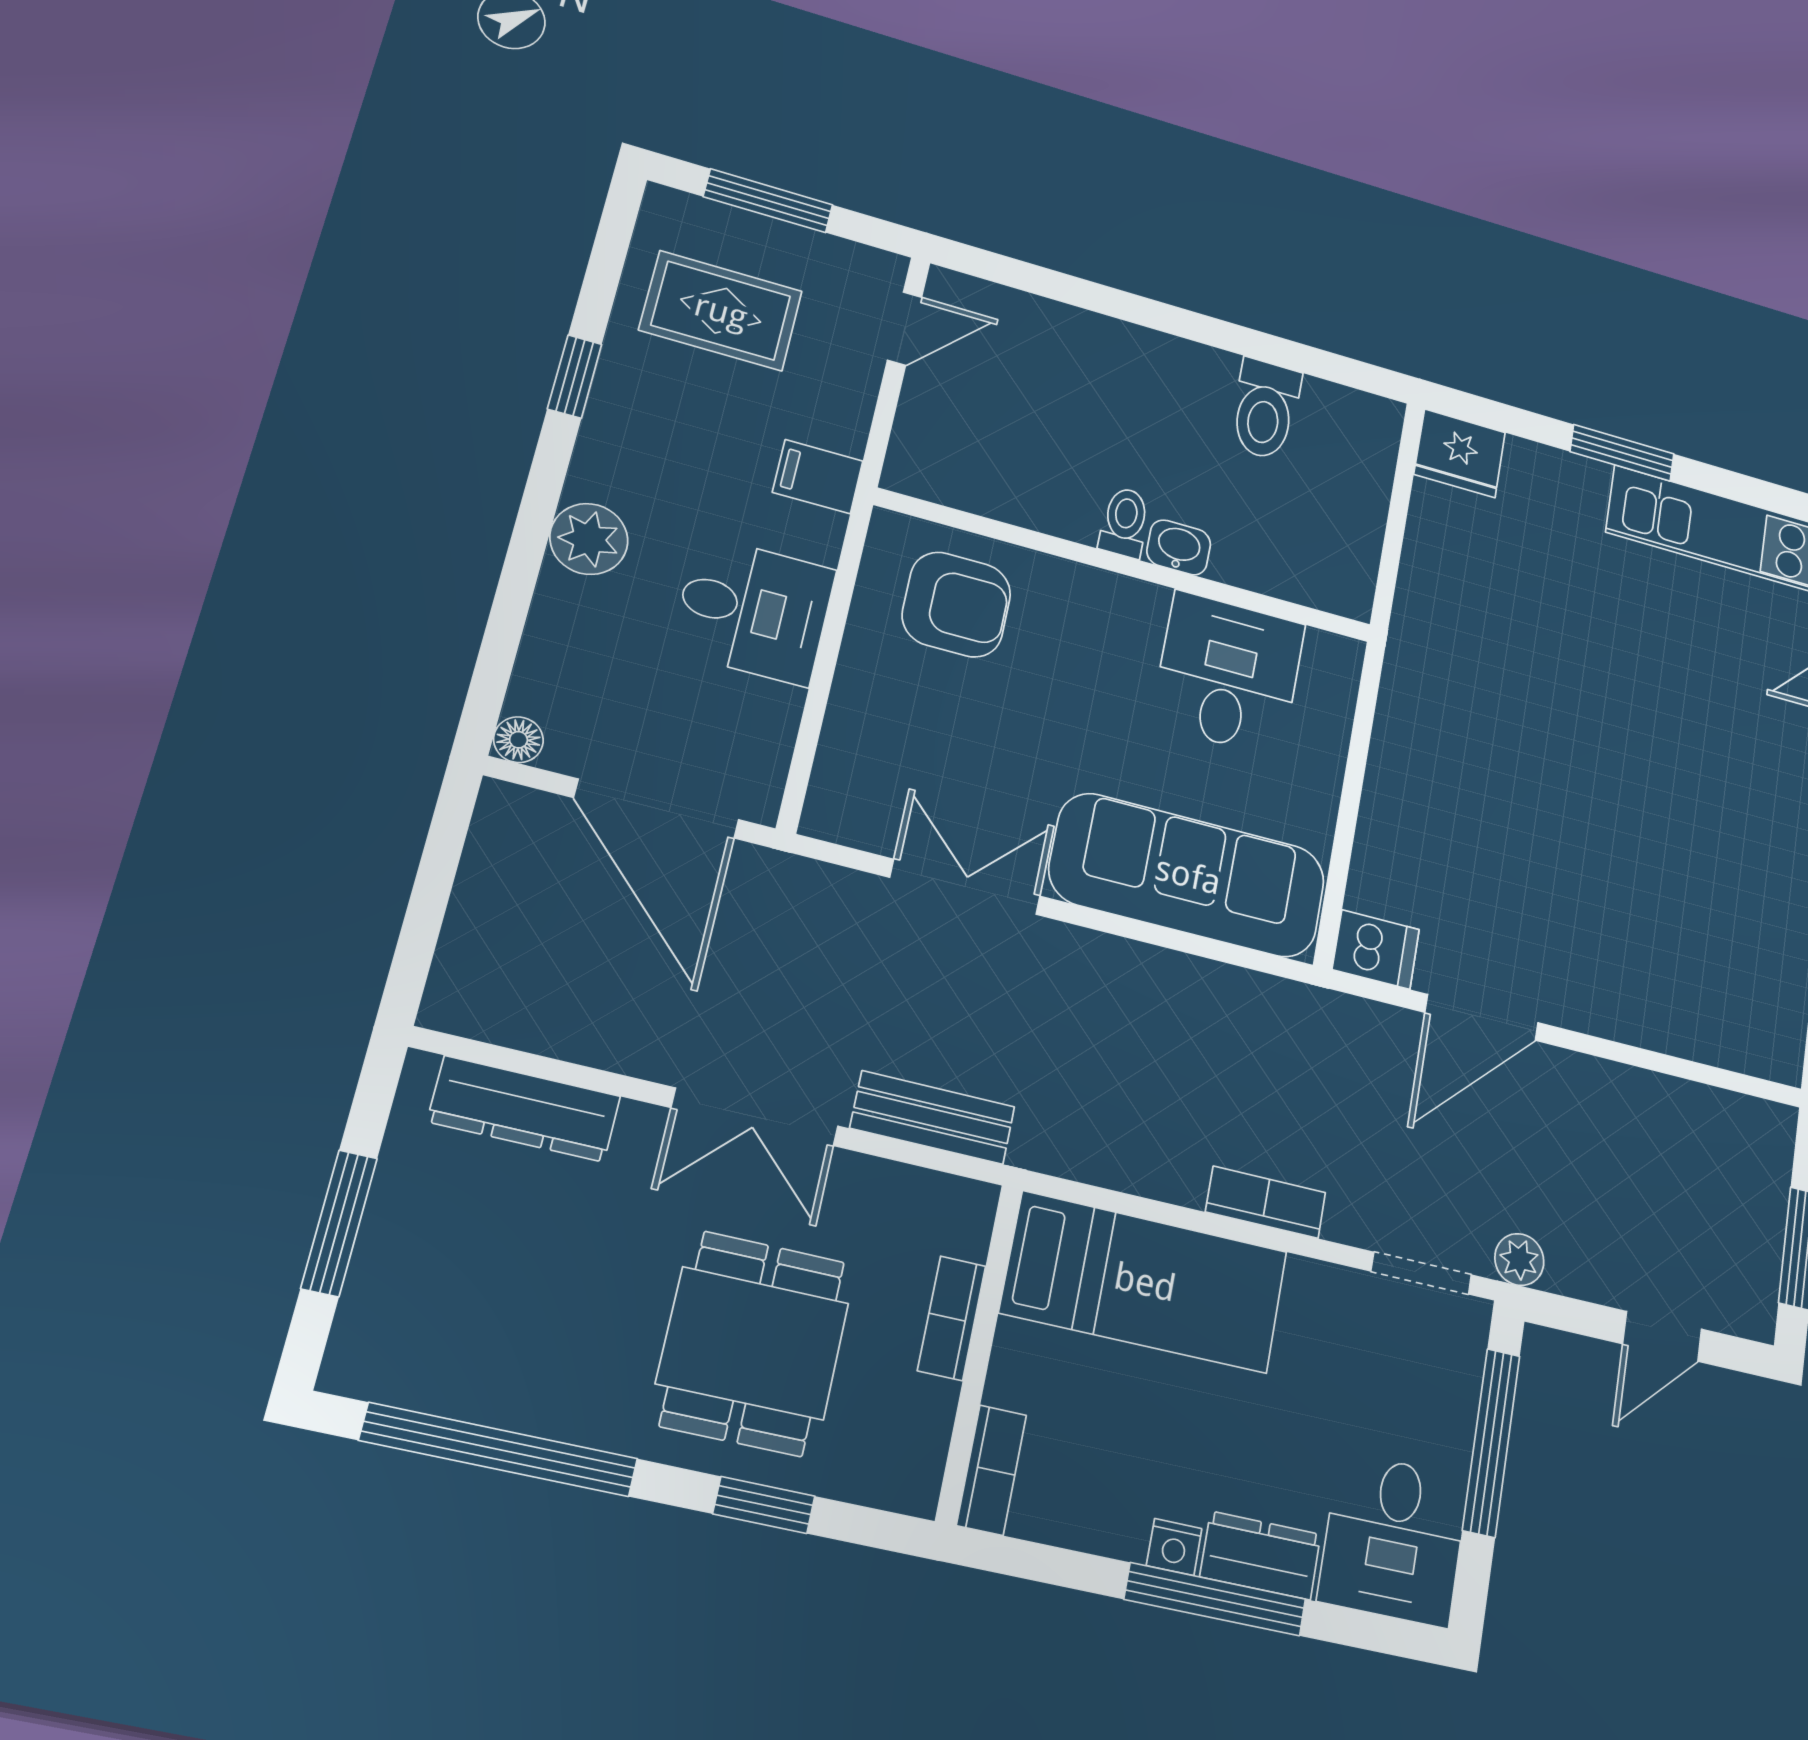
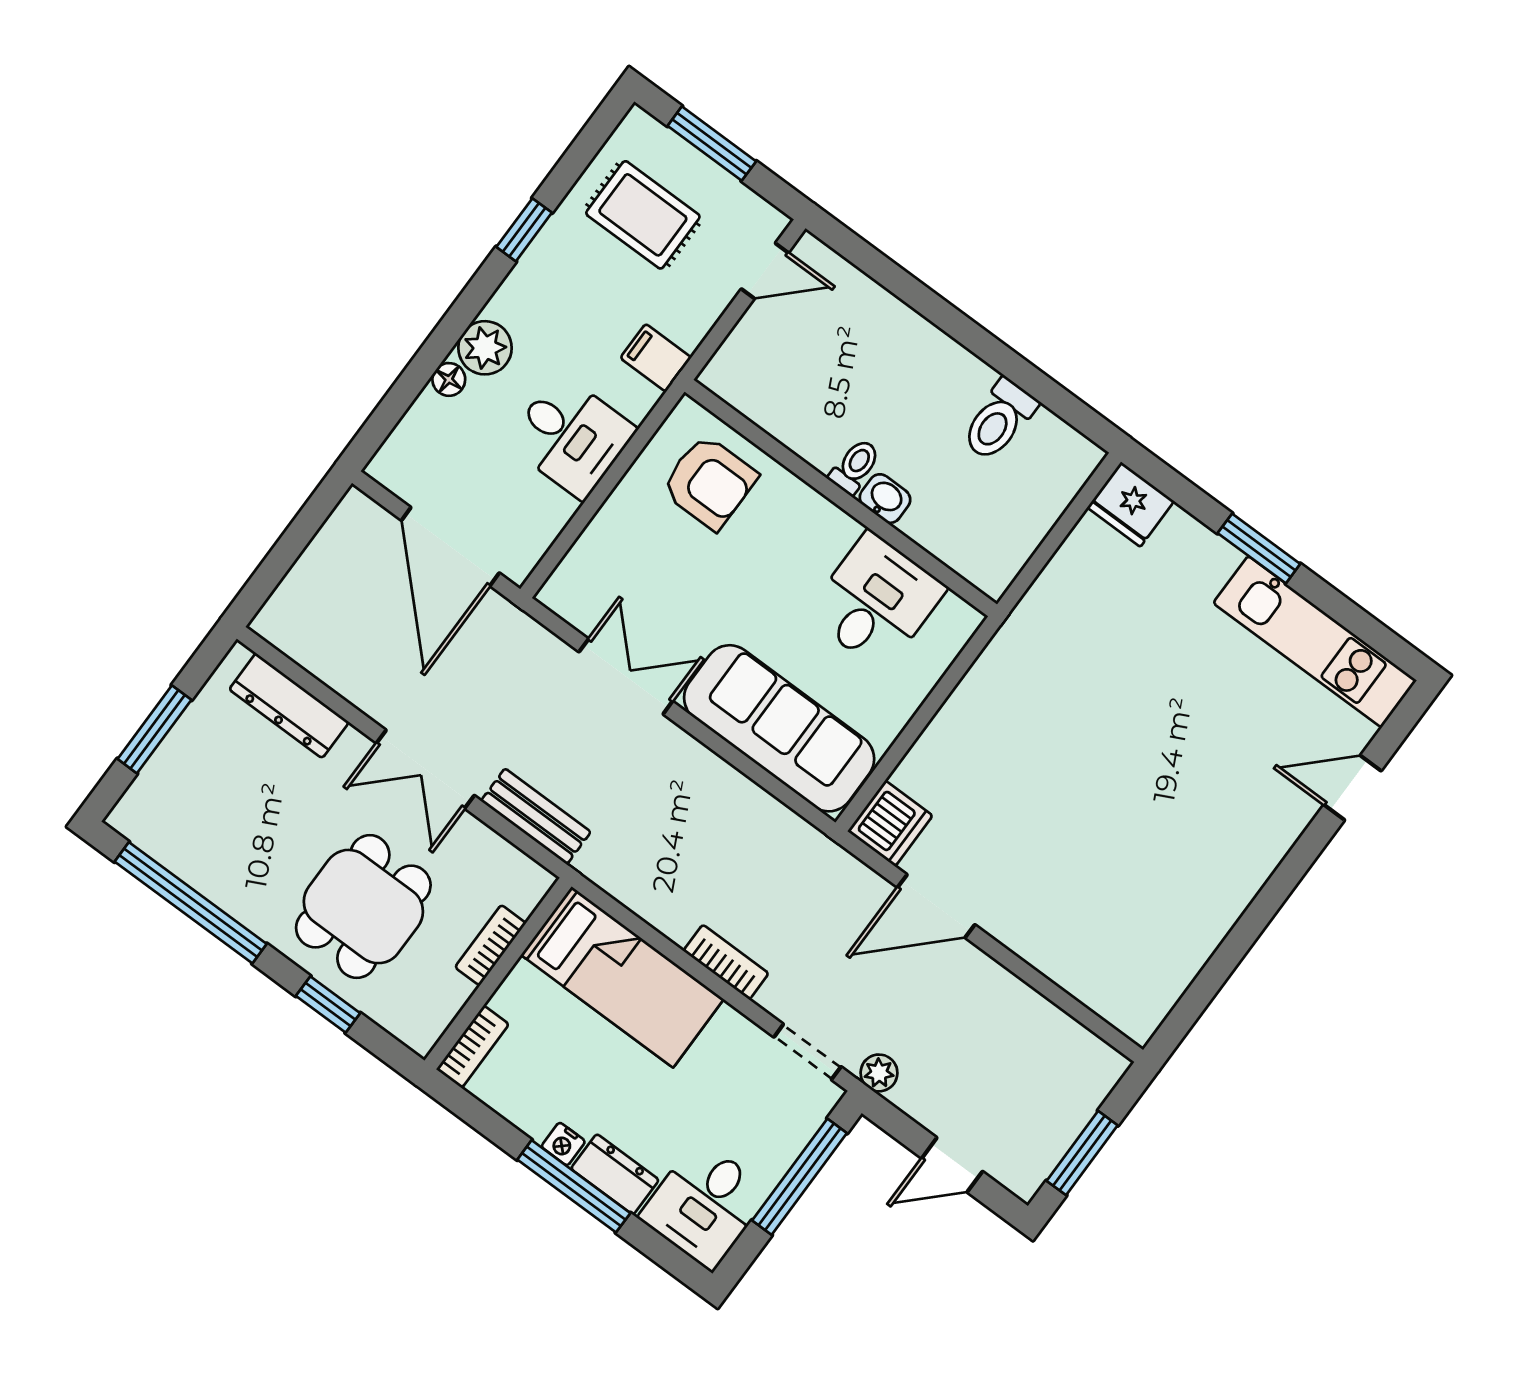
floor lamp: (518, 740) -> (449, 379), moved
dishwasher: (1376, 950) -> (890, 823), width x1.38

